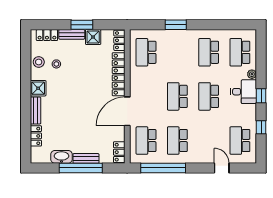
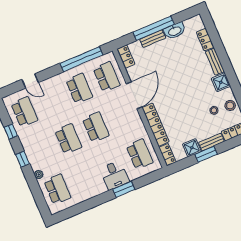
school desk: (209, 52) -> (85, 178), removed
desk: (244, 92) -> (115, 175), moved, turned -90

